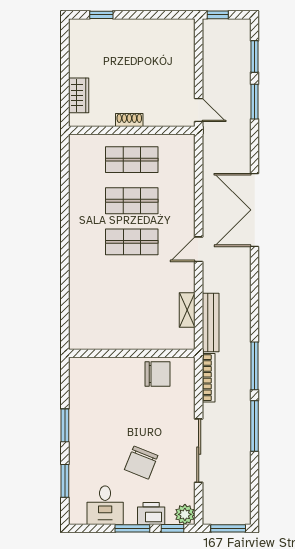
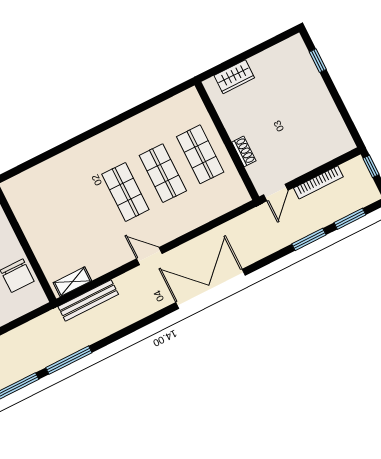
shoe rack: (129, 120) -> (244, 151), moved
shelving: (187, 310) -> (72, 282), moved
bookcase: (209, 378) -> (318, 182), moved

